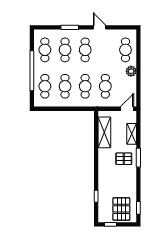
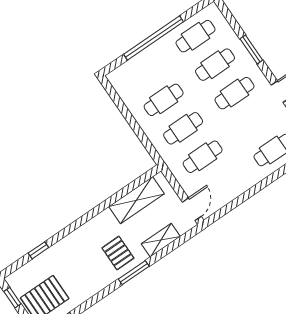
plant: (131, 71) -> (249, 179), removed
cafe table: (45, 86) -> (144, 71), removed
door: (127, 109) -> (192, 209), hinge flipped

